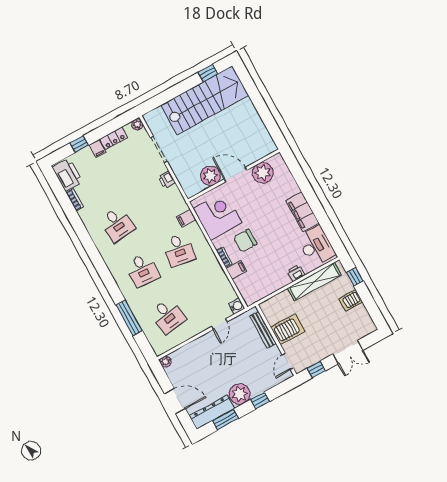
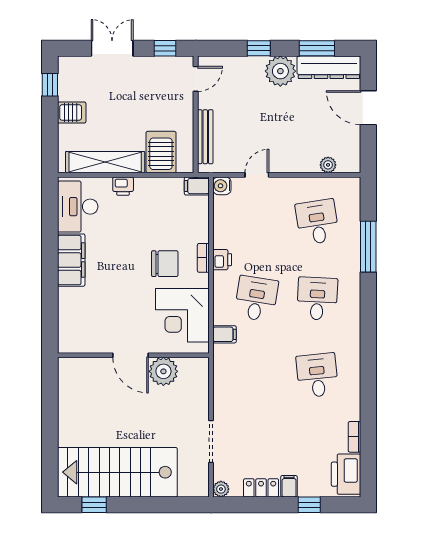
plant: (263, 173) -> (94, 338), removed
printer: (167, 180) -> (222, 260), moved
filing cabinet: (236, 270) -> (197, 186), moved
window: (355, 277) -> (50, 85), moved
server rack: (288, 329) -> (161, 152), moved, turned 90
plant: (166, 362) -> (328, 165), moved

